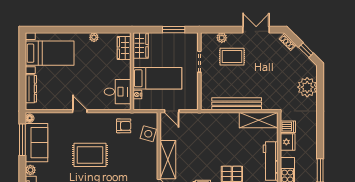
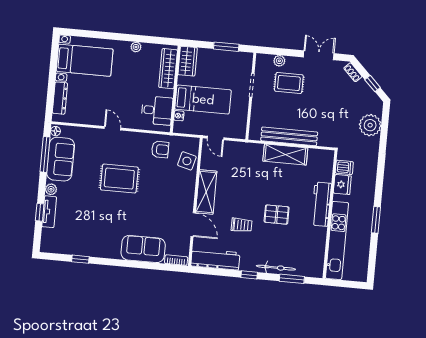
wardrobe: (124, 48) -> (168, 69), width x1.50
shelving: (259, 120) -> (285, 154), moved

